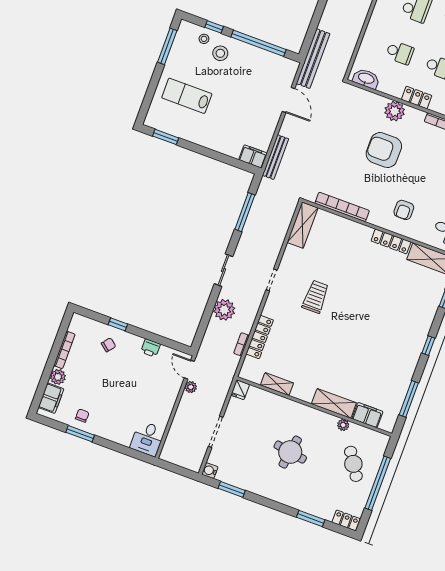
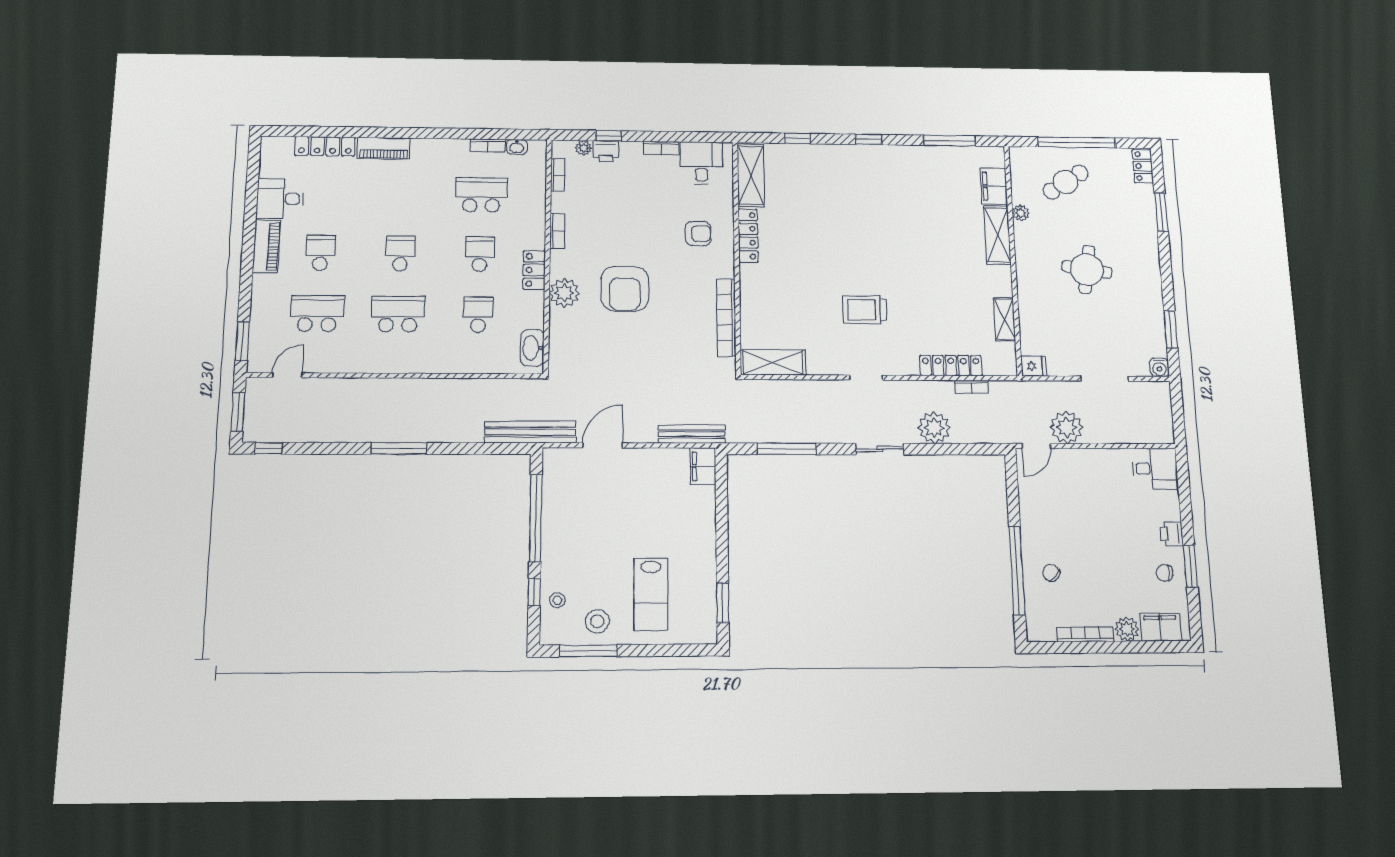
stool: (220, 53) -> (597, 621), moved
window: (118, 324) -> (1017, 570), width x3.17
printer: (151, 348) -> (1172, 534), moved, turned 180
plant: (191, 387) -> (1067, 427), width x1.87, depth x1.87

